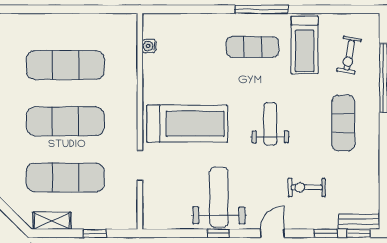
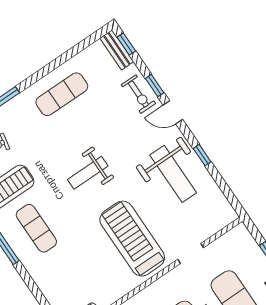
exercise mat: (343, 123) -> (62, 94), moved
exercise bike: (307, 187) -> (138, 94), moved
weight bench: (219, 197) -> (173, 174), turned -90
window: (326, 233) -> (155, 86), moved

